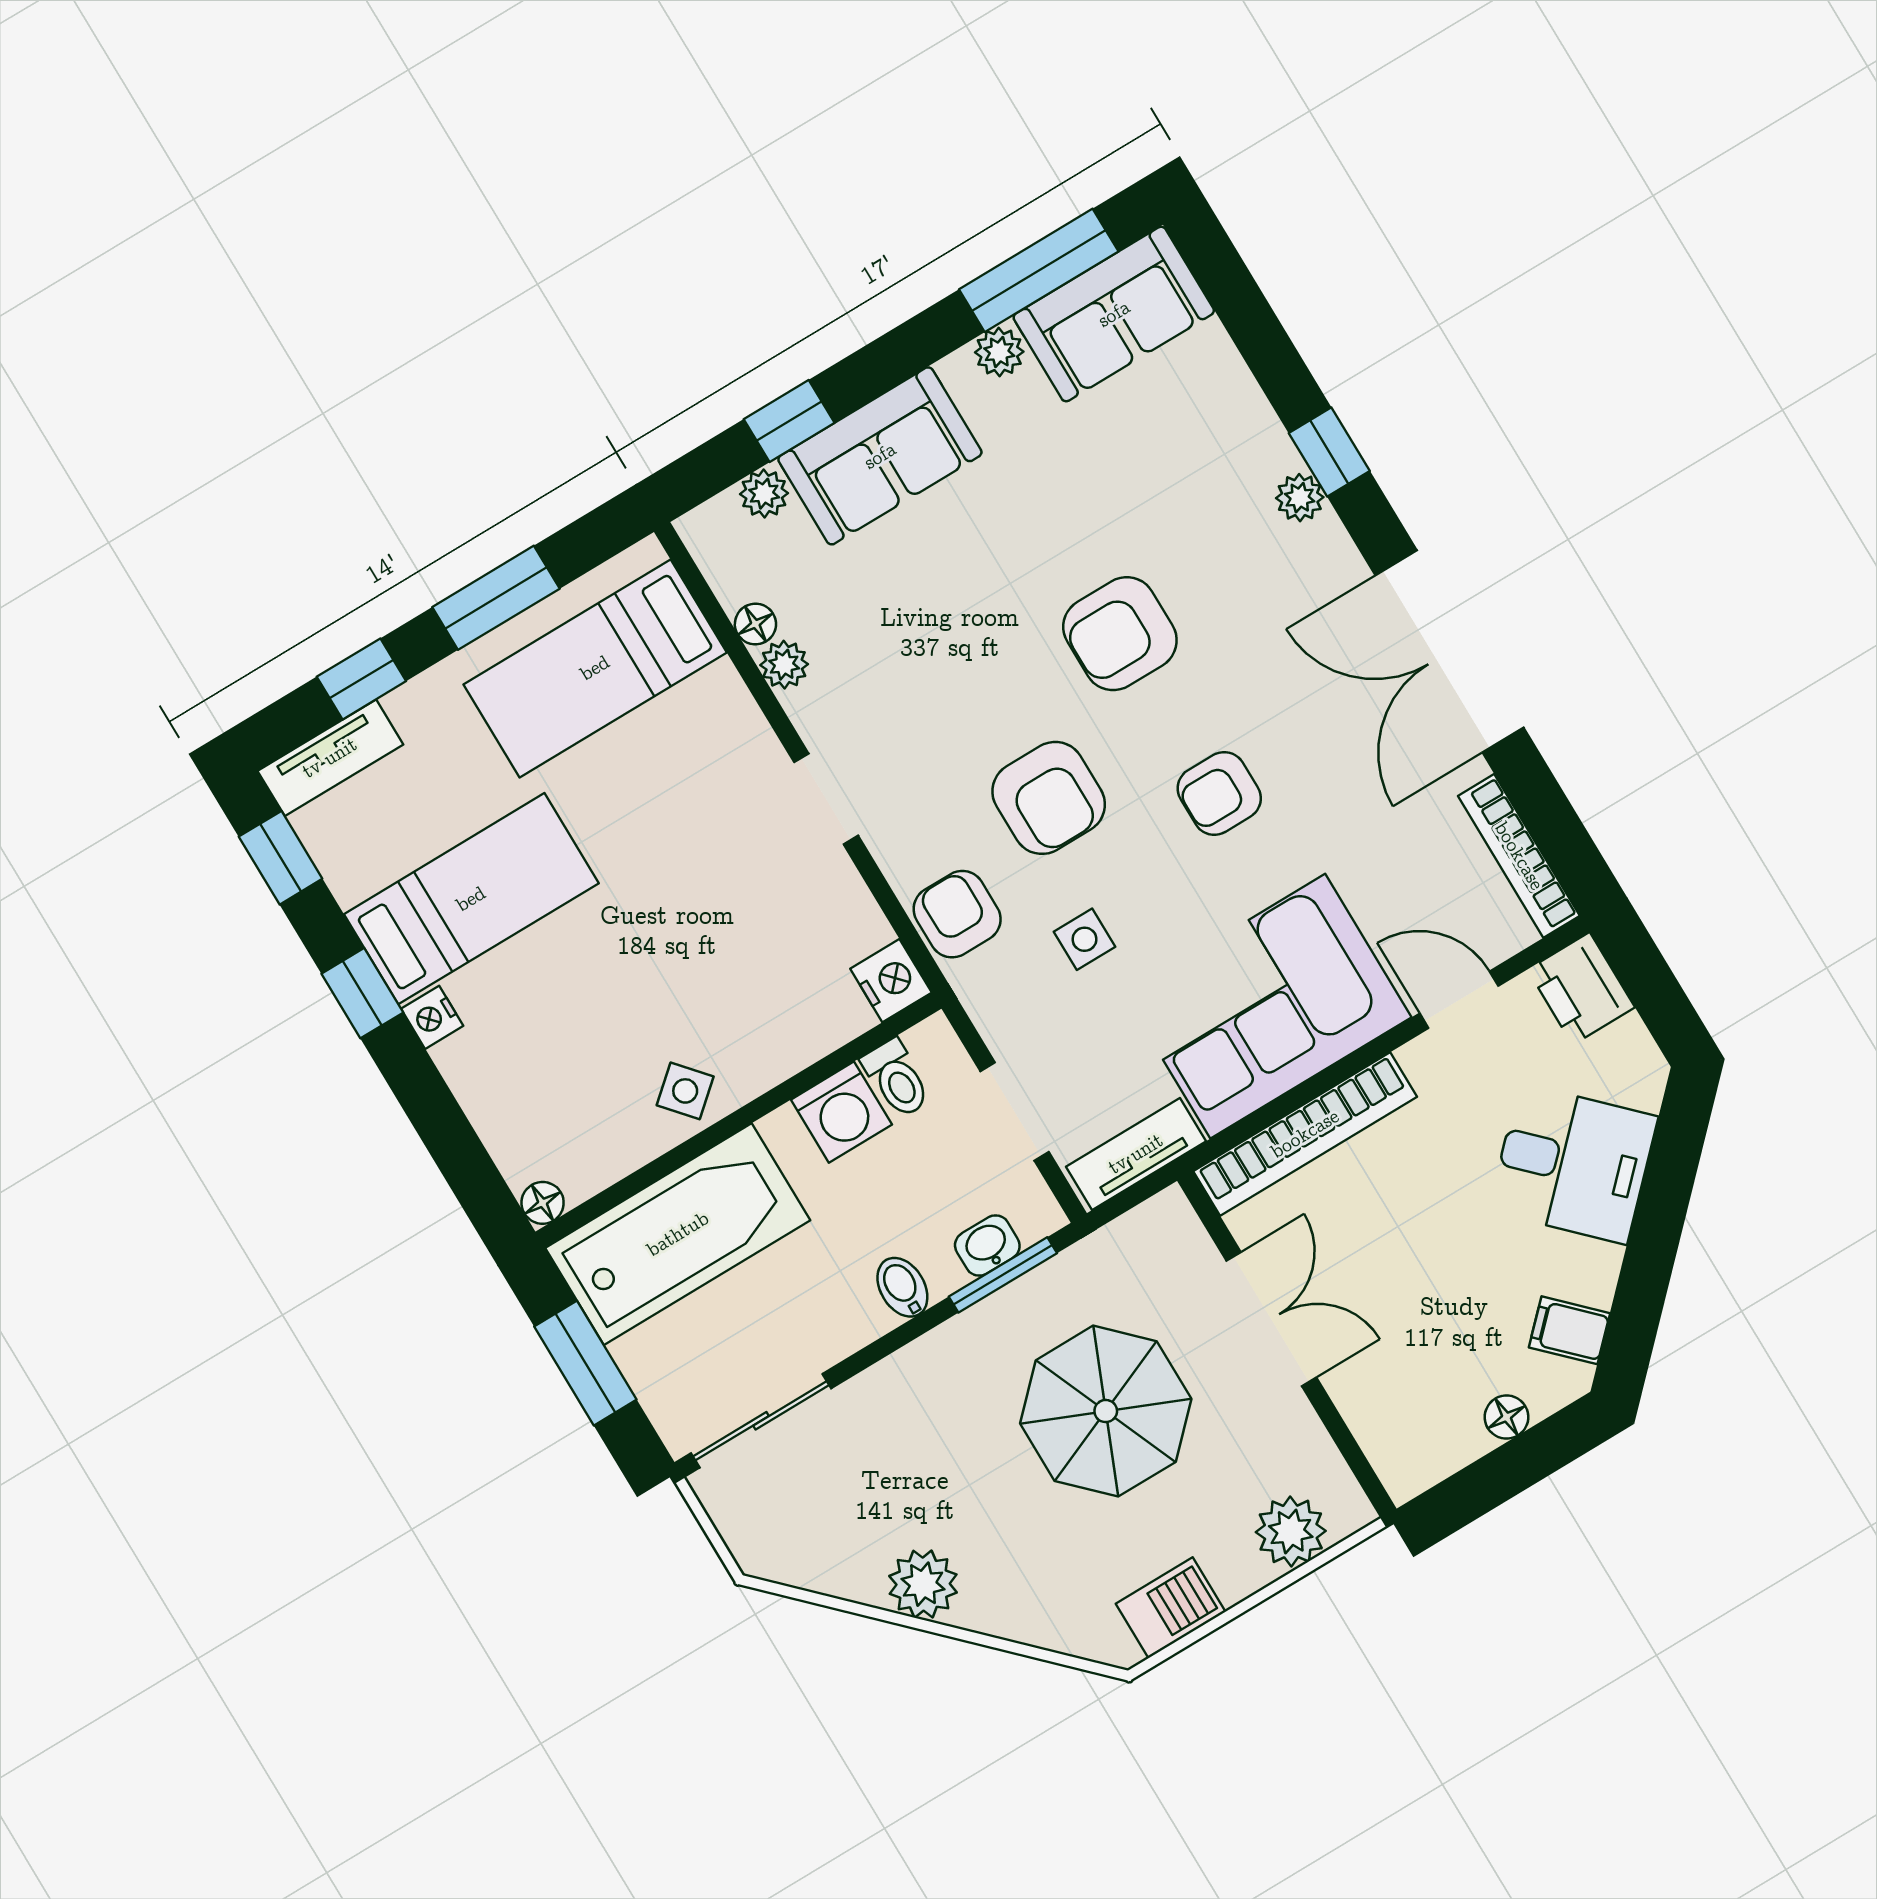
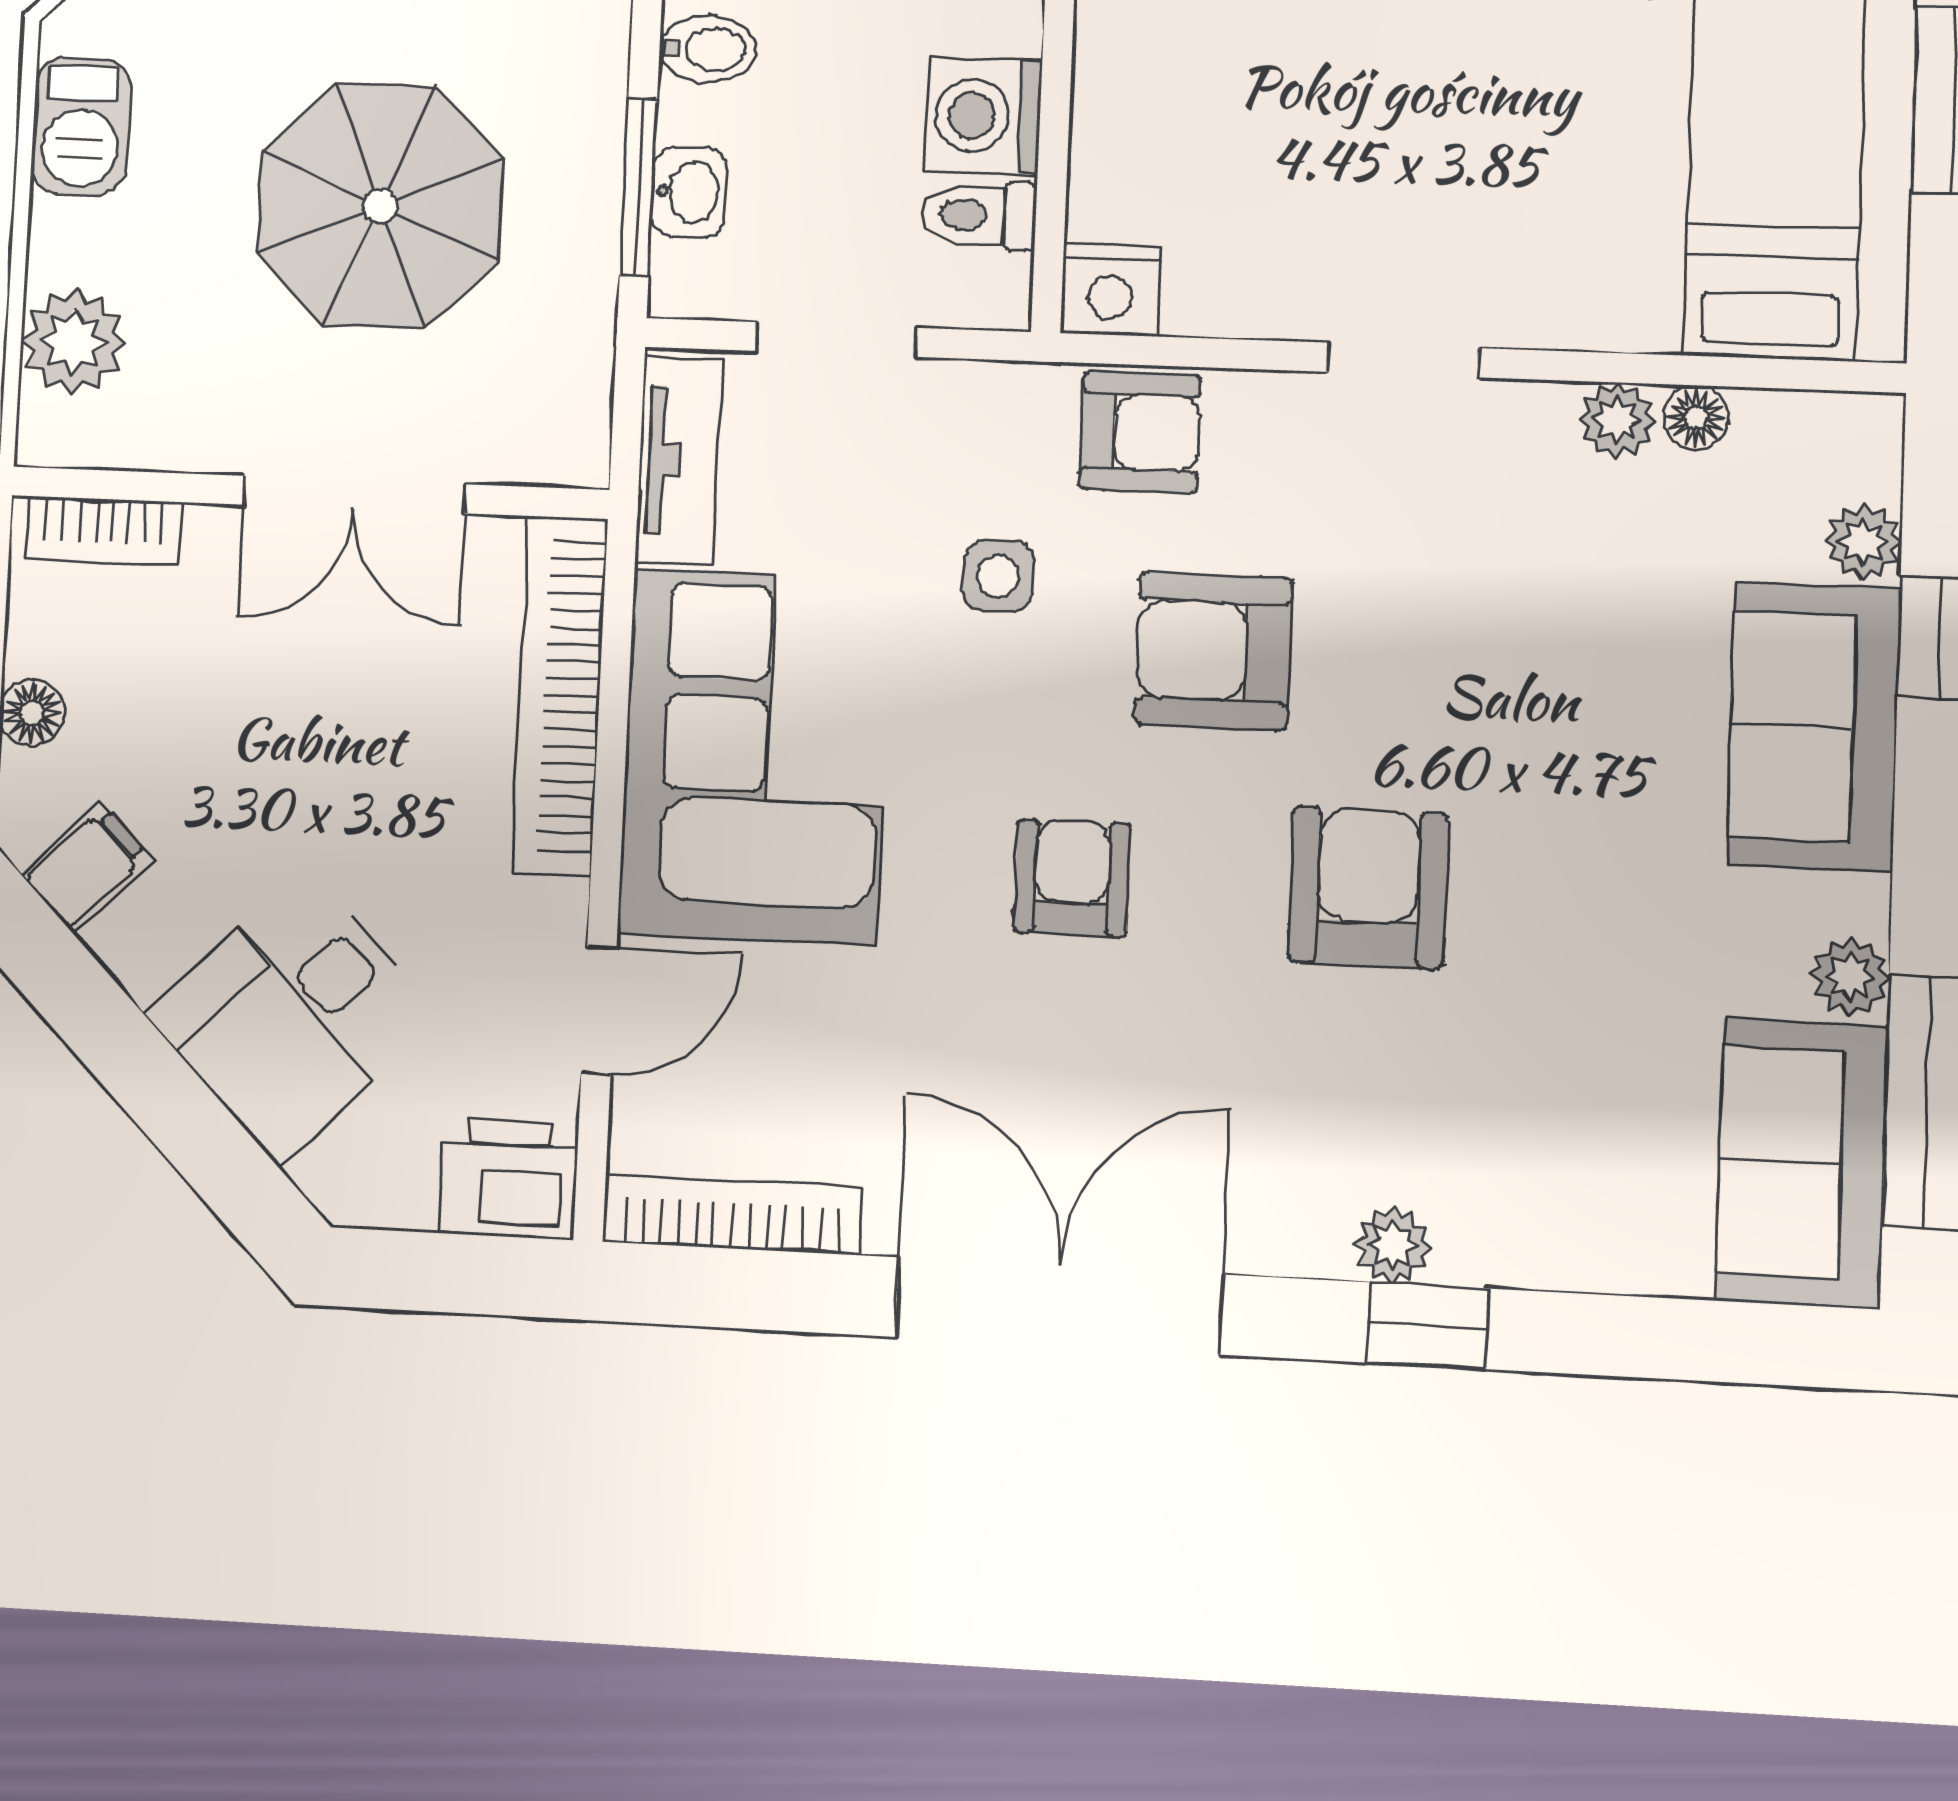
bookcase: (1382, 1445) -> (104, 530), added

